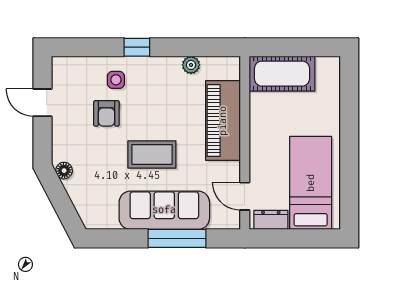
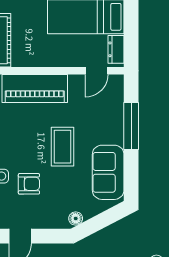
sofa: (164, 210) -> (108, 172), moved, width x0.73

